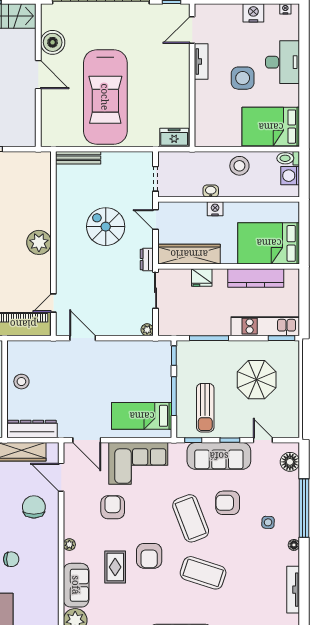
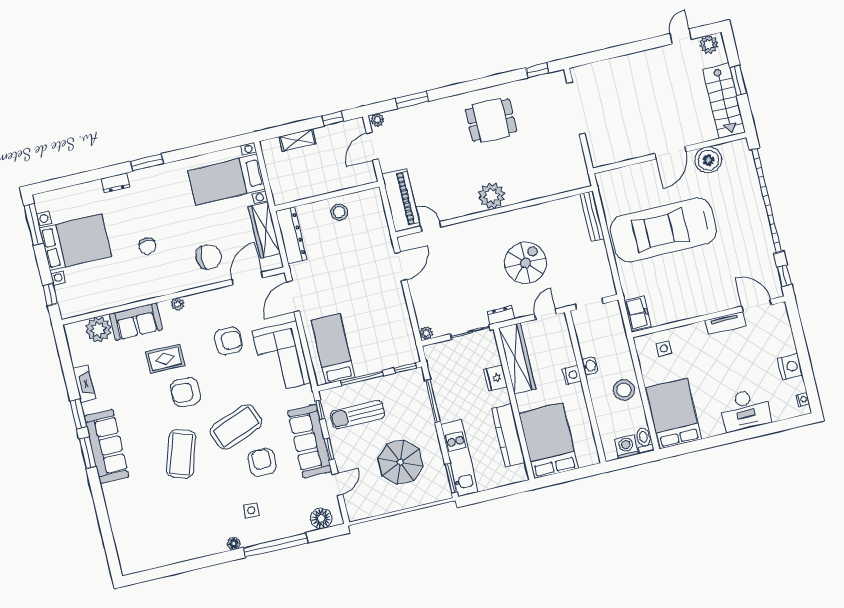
side table: (243, 78) -> (664, 348), moved, width x0.54, depth x0.54
tv unit: (293, 590) -> (186, 554), removed

